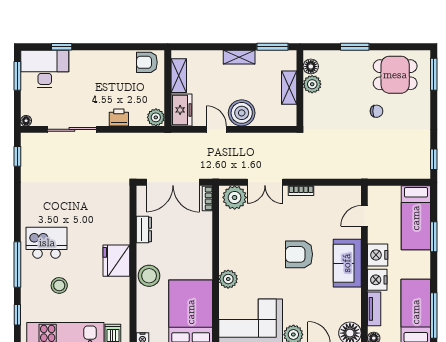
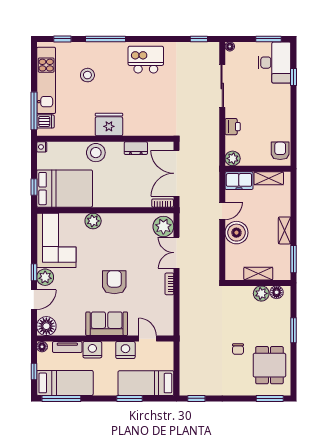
kitchen island: (47, 243) -> (146, 60), moved, turned -90
nightstand: (378, 255) -> (125, 350), moved

